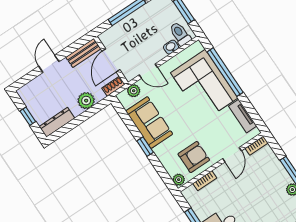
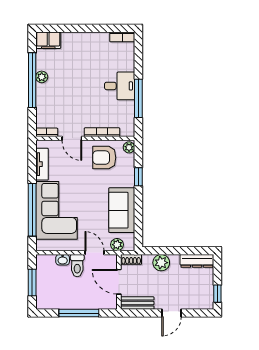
toilet: (180, 34) -> (77, 266), moved
door: (111, 60) -> (119, 282), swing flipped
window: (28, 116) -> (217, 294), moved
window: (145, 147) -> (138, 177), moved
door: (232, 155) -> (72, 138), swing flipped
bookcase: (205, 181) -> (102, 132), width x1.56

